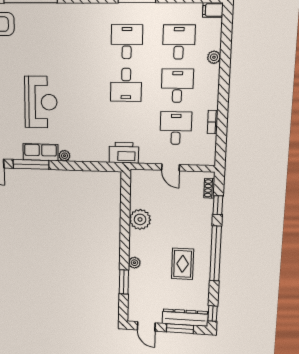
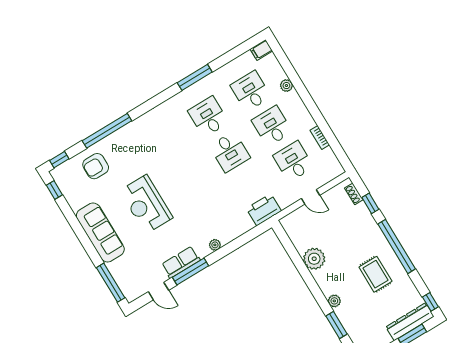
reception desk: (41, 102) -> (146, 204), moved, turned 180
row of seats: (40, 152) -> (181, 262), moved

